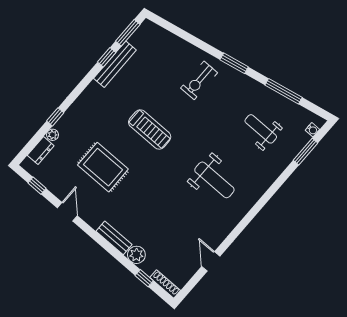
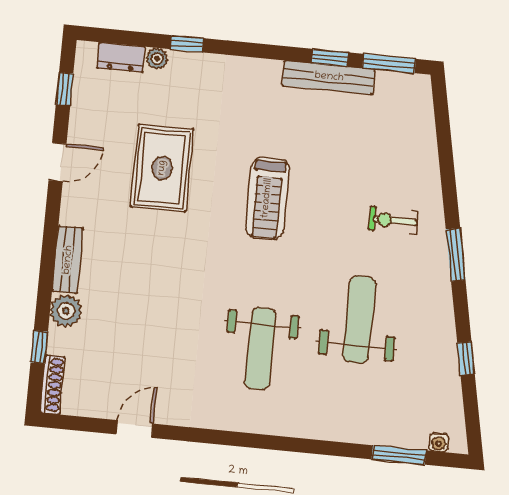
exercise bike: (199, 80) -> (393, 220), width x0.73, depth x0.72
window: (284, 91) -> (466, 358), width x0.46
weight bench: (261, 129) -> (359, 320), moved, width x1.36, depth x1.33

